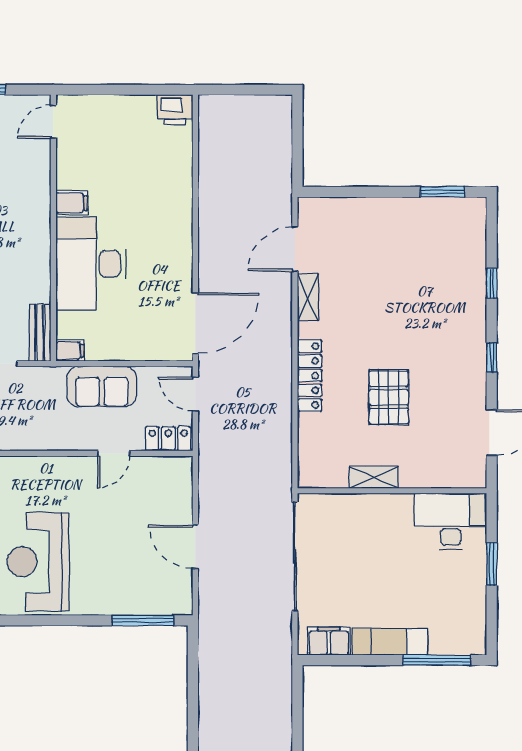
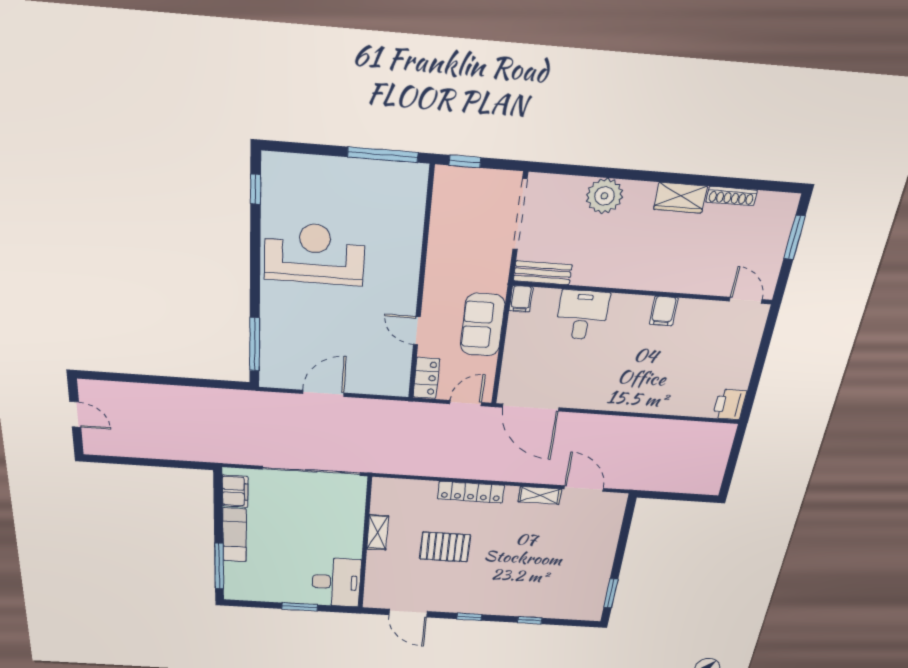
desk: (91, 264) -> (582, 315), width x0.53, depth x0.77

